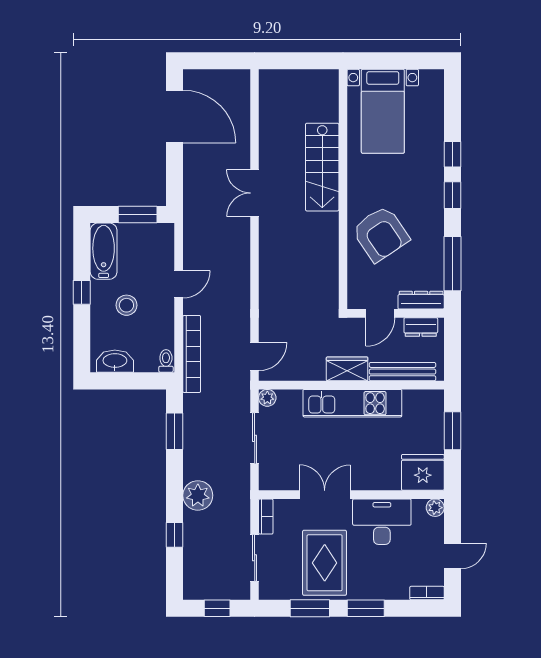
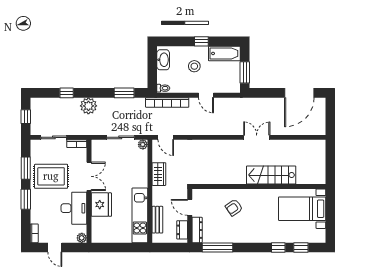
window: (453, 195) -> (301, 247), moved
armchair: (381, 234) -> (234, 208), width x0.53, depth x0.53
wardrobe: (347, 369) -> (159, 174), moved
bench: (402, 372) -> (157, 220), width x0.73
kitchen unit: (352, 403) -> (140, 215), moved
window: (453, 431) -> (124, 247), removed
fridge: (423, 472) -> (101, 205), moved

